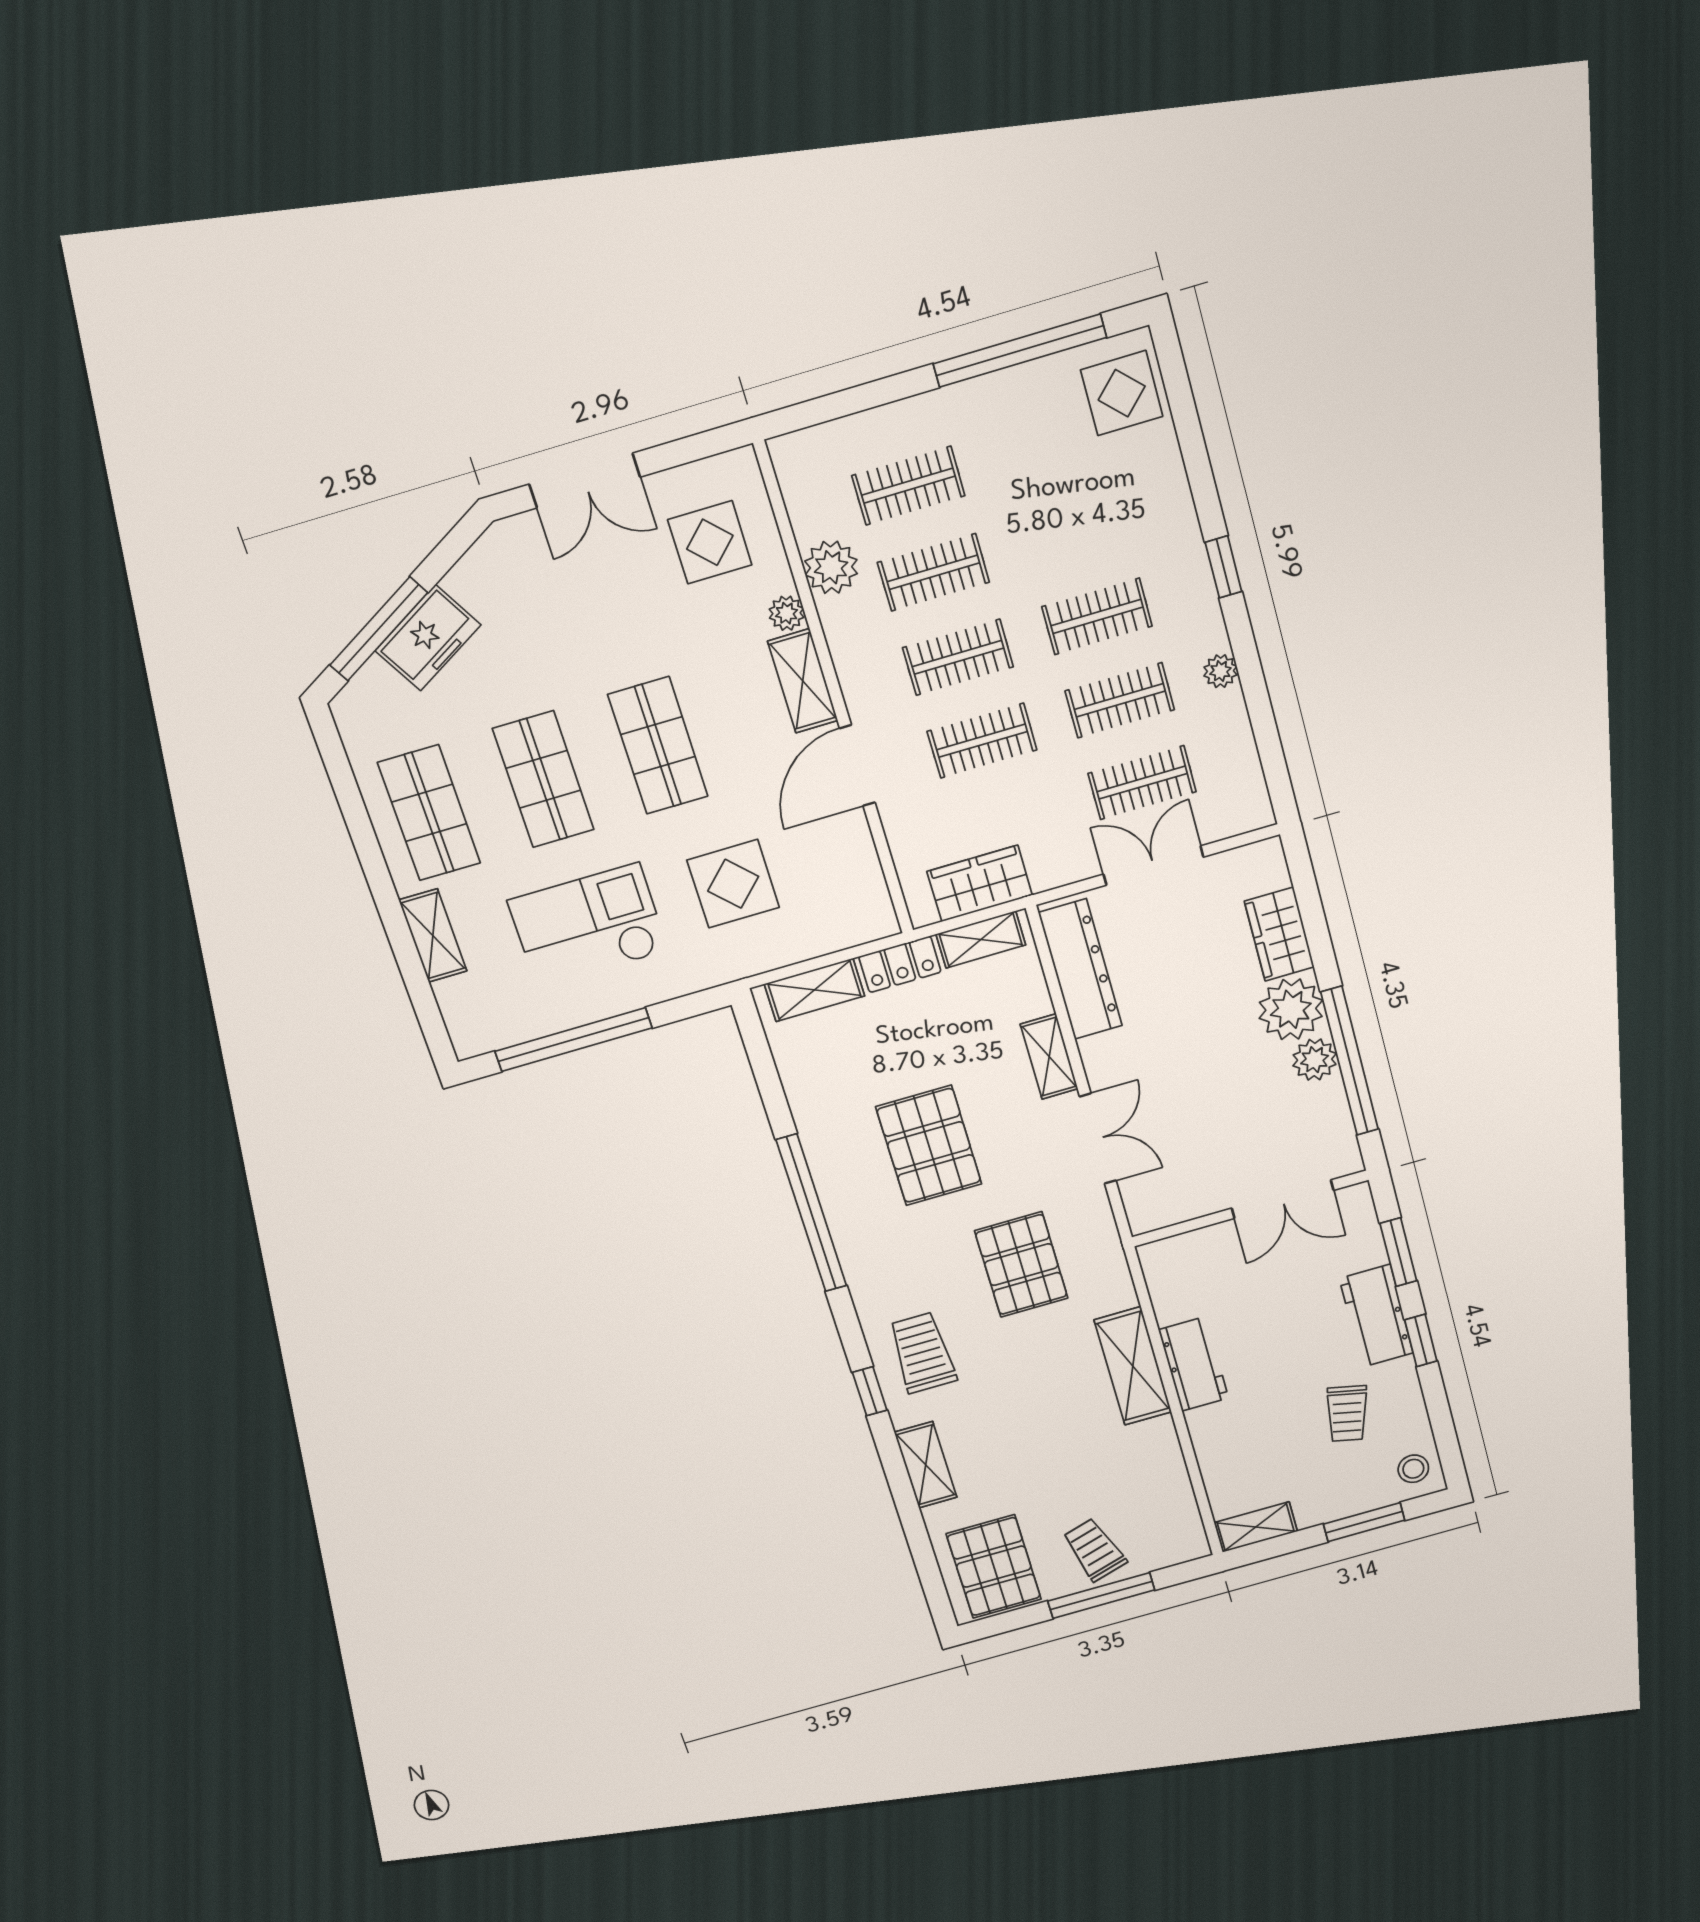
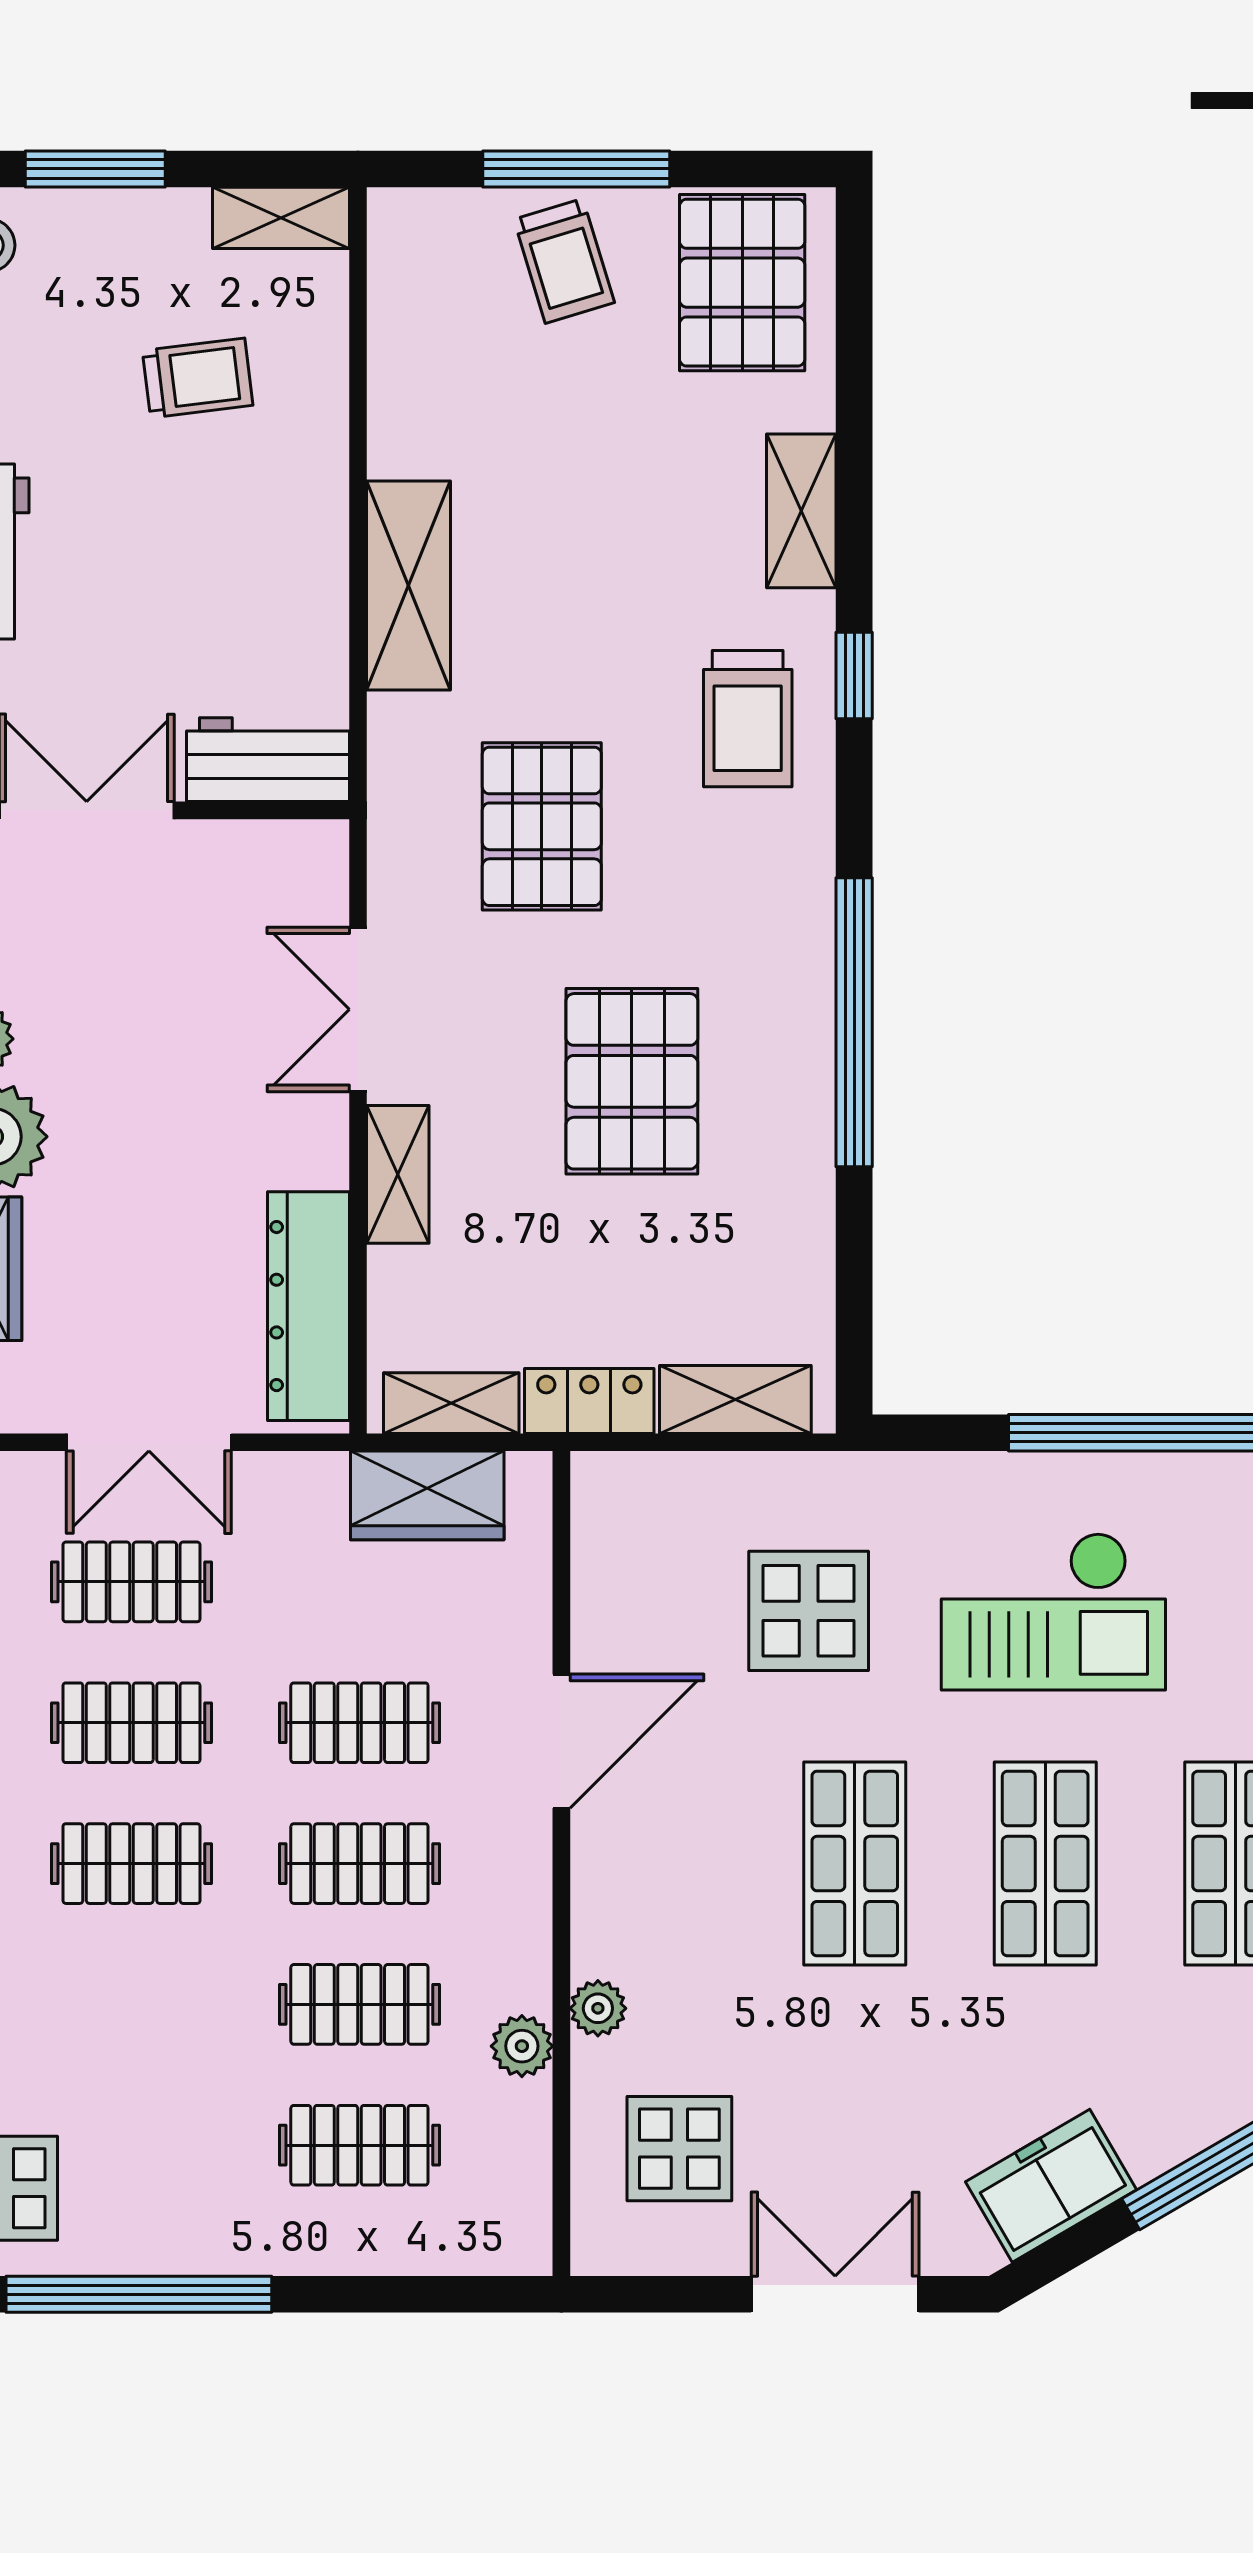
plant: (831, 567) -> (522, 2046), width x0.73, depth x0.73
freezer: (428, 638) -> (1051, 2186), moved
shelving: (803, 681) -> (605, 1898), removed
workbench: (1194, 1364) -> (268, 760), moved, turned 90
trolley: (1347, 1414) -> (198, 378), moved, turned 70

